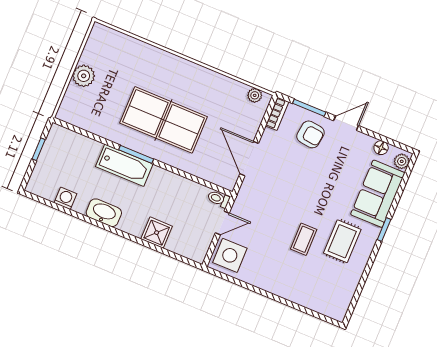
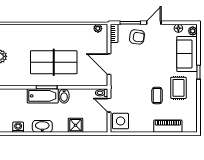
bidet: (158, 179) -> (64, 96), added
door: (222, 223) -> (109, 105), swing flipped
piano: (301, 294) -> (168, 126), added

